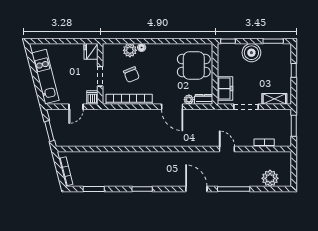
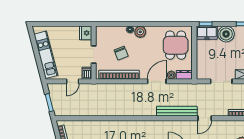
plant: (130, 50) -> (140, 32), moved
dining table: (194, 65) -> (176, 45), turned 90
freezer: (225, 89) -> (207, 33), moved, turned 90
door: (172, 107) -> (157, 81), swing flipped
bench: (195, 141) -> (177, 111), added
door: (227, 149) -> (205, 118), swing flipped

